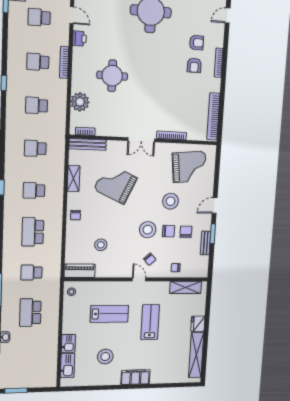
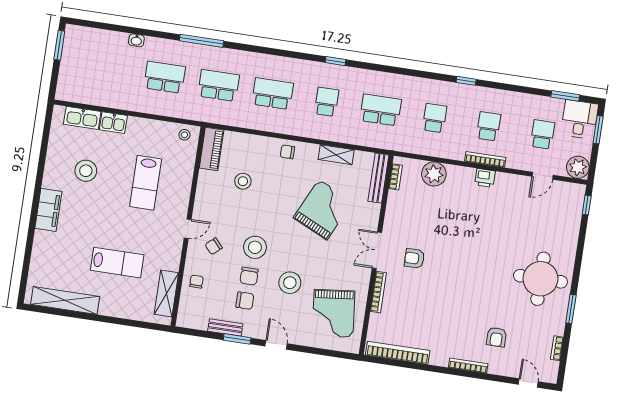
printer: (79, 39) -> (485, 178), moved
armchair: (194, 65) -> (414, 258), moved
round table: (112, 76) -> (463, 220), removed
school desk: (35, 148) -> (381, 110), width x1.85
school desk: (32, 273) -> (219, 85), width x1.85
lab bench: (150, 322) -> (117, 263), moved
fridge: (198, 324) -> (111, 307), removed

